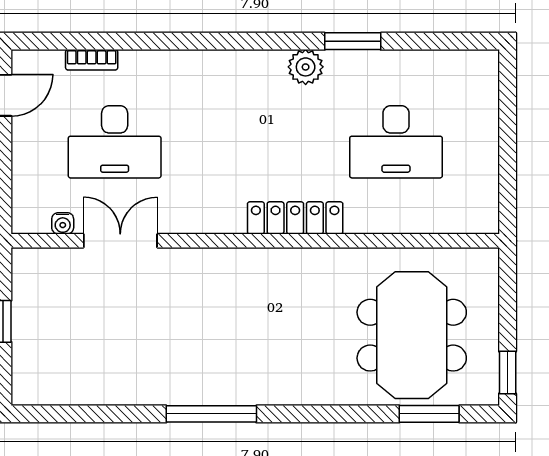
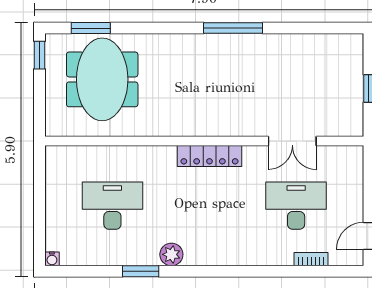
locker: (295, 218) -> (209, 156), moved
water cooler: (63, 223) -> (52, 259), moved, turned 180

